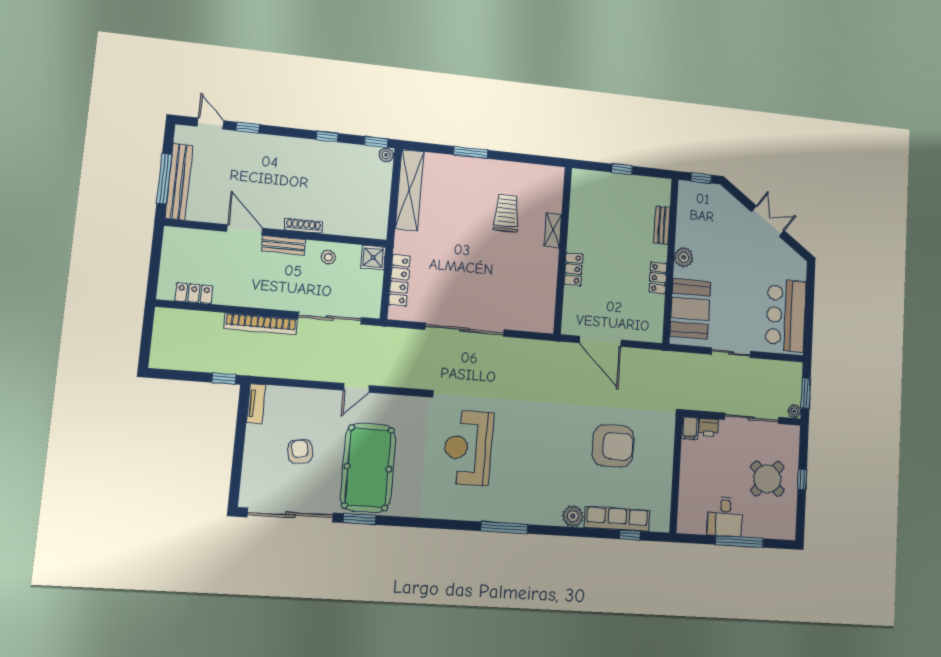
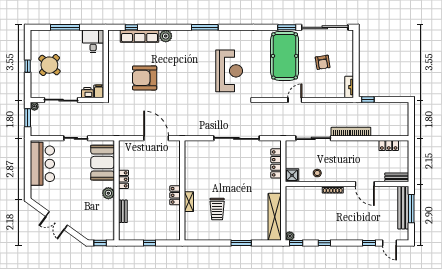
bench: (284, 245) -> (397, 177), moved
locker: (573, 269) -> (175, 195), moved
desk: (725, 517) -> (93, 41), moved

